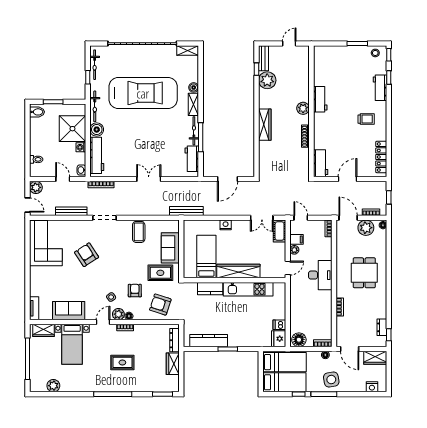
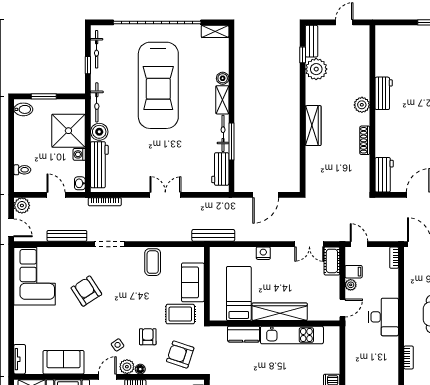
car: (143, 93) -> (158, 85), turned 90

